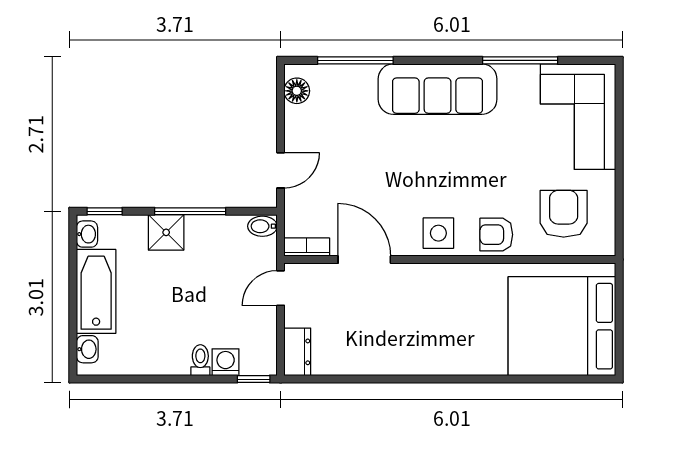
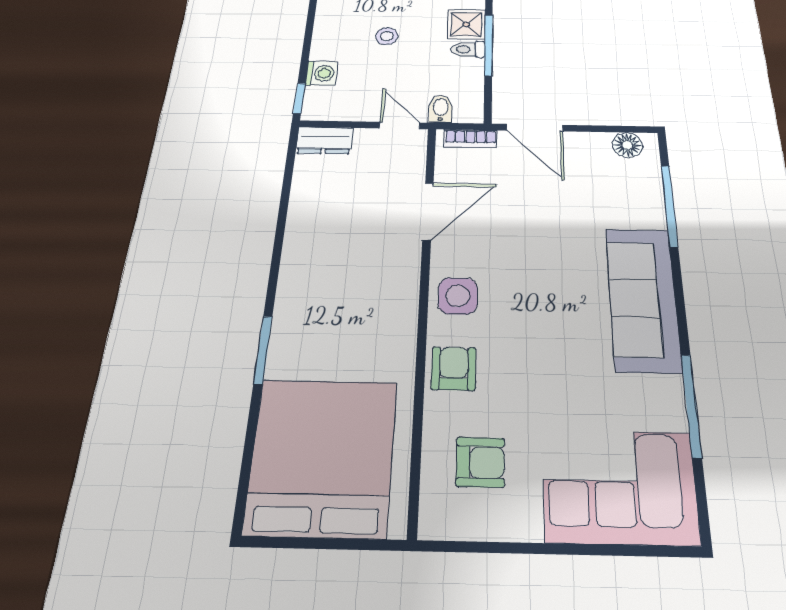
door: (281, 170) -> (535, 128), width x1.38
armchair: (564, 214) -> (480, 462), width x0.72, depth x0.72
bidet: (262, 226) -> (441, 109), moved
bookcase: (307, 247) -> (471, 139), moved, turned 90
stool: (182, 306) -> (387, 36), added
toilet: (200, 360) -> (468, 49), moved, turned 180
window: (485, 379) -> (263, 350), added

